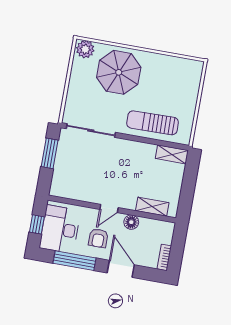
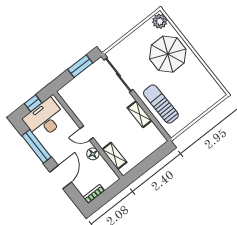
shelving: (172, 154) -> (140, 114), moved
armchair: (98, 238) -> (64, 146), removed

